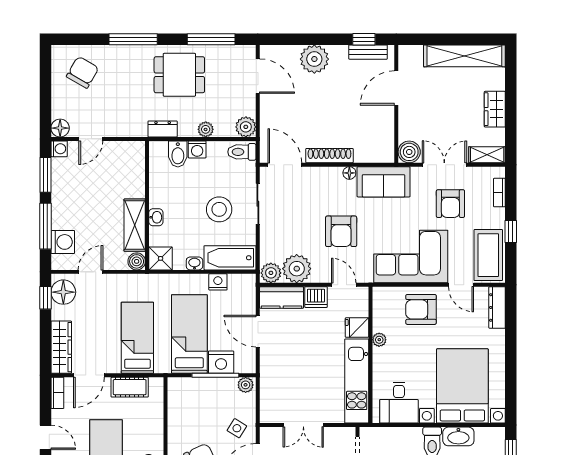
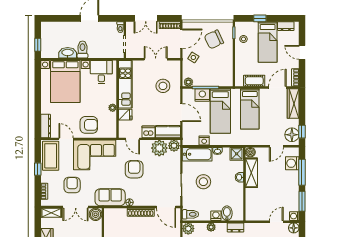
stool: (290, 378) -> (163, 86), added

